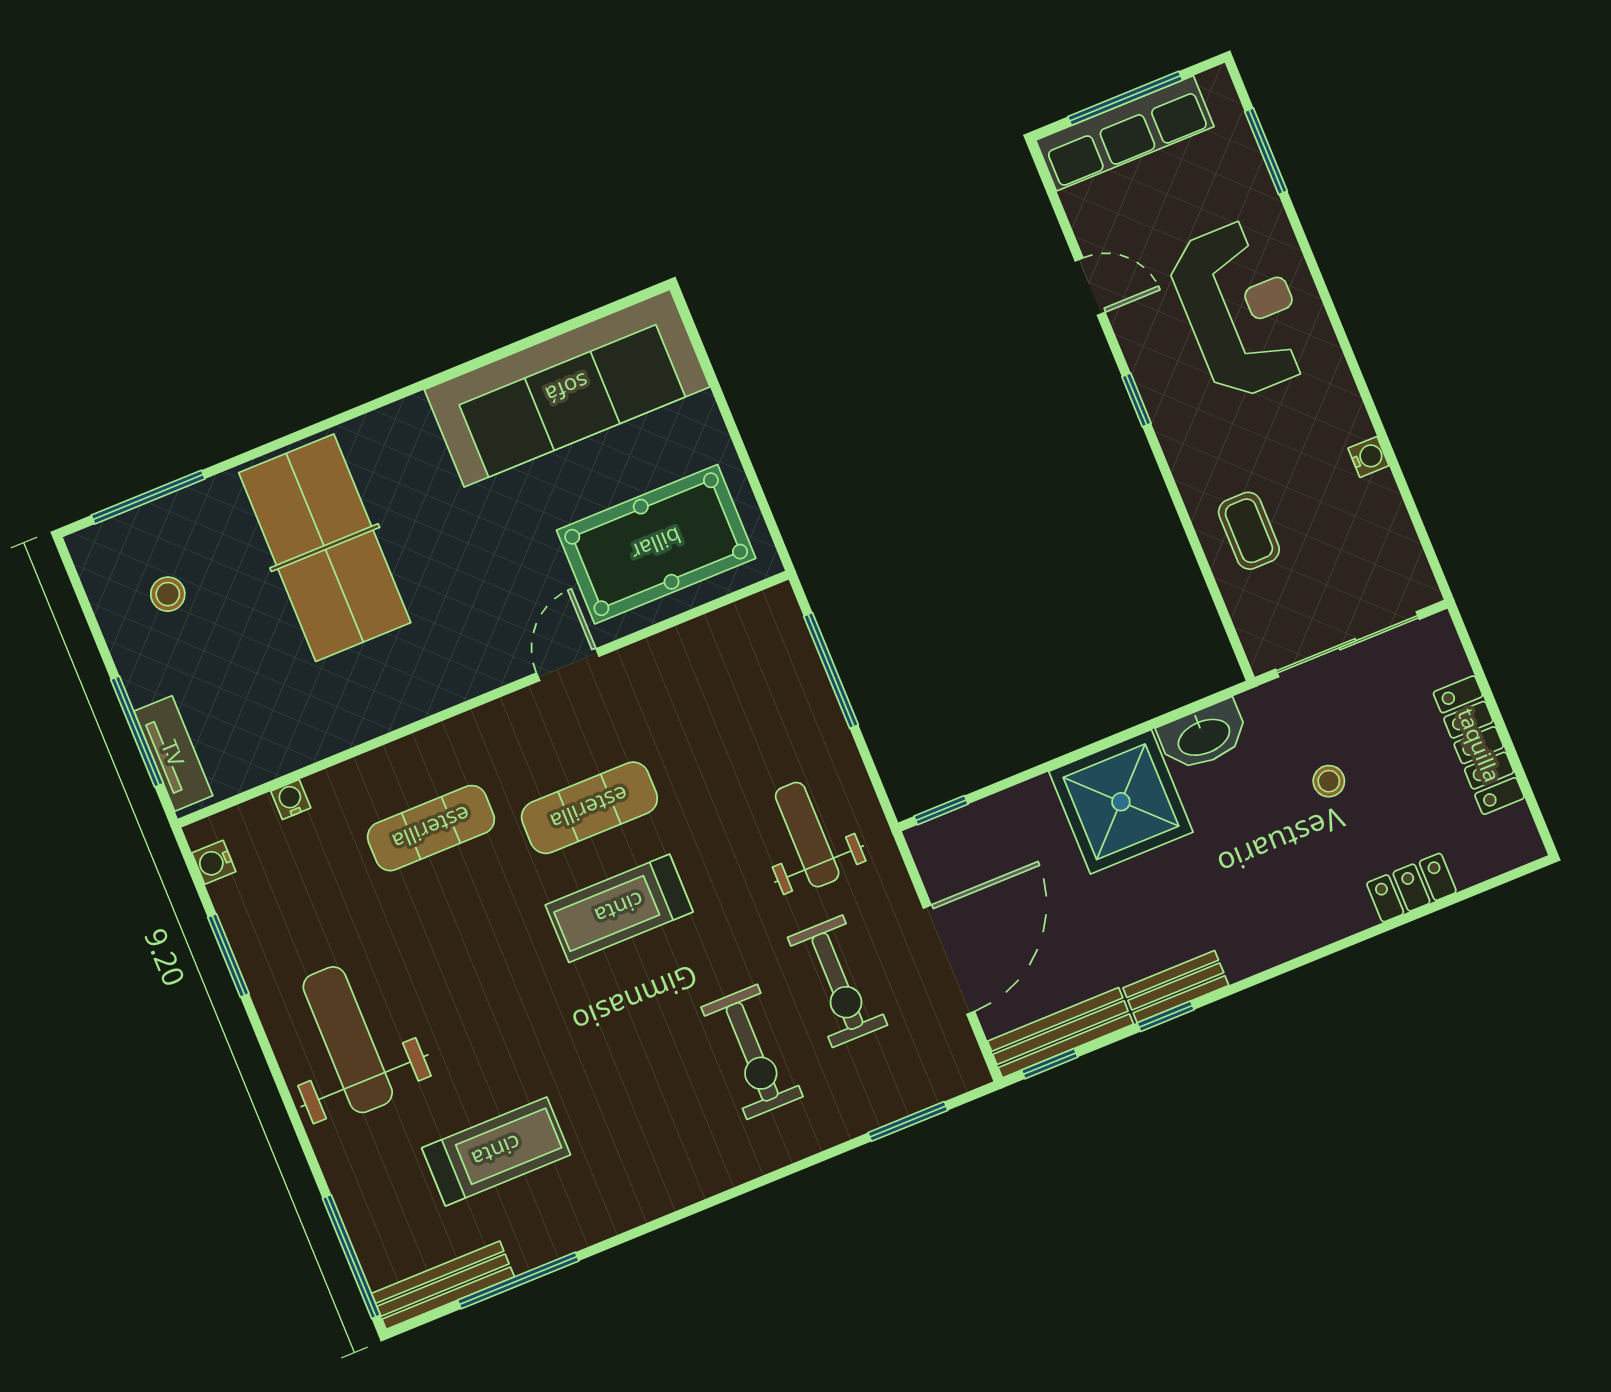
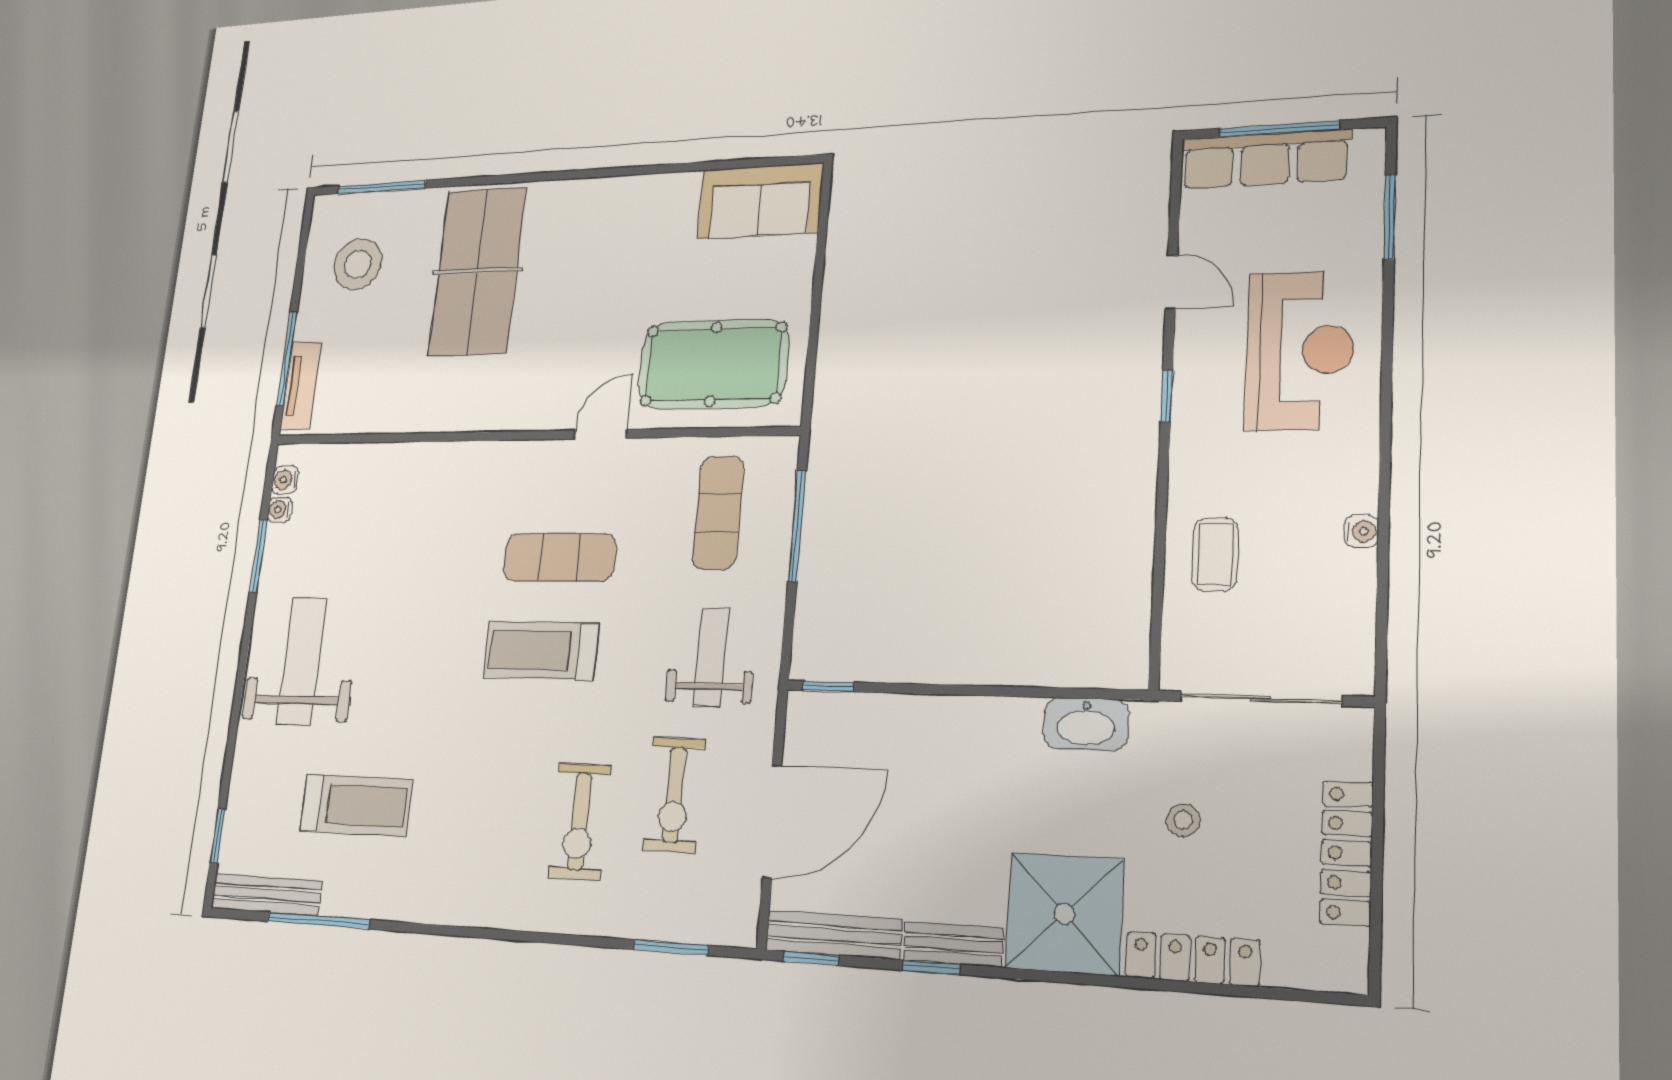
sofa: (567, 388) -> (760, 201), width x0.54, depth x0.79
stool: (168, 594) -> (358, 264), width x1.89, depth x1.89
water cooler: (291, 799) -> (280, 510), moved, turned -90
shower: (1121, 802) -> (1064, 914), moved
exercise mat: (431, 828) -> (718, 513), moved, turned 90
locker: (1411, 888) -> (1192, 959), width x1.53
window: (351, 1257) -> (218, 836), width x0.46

